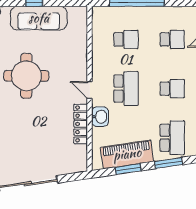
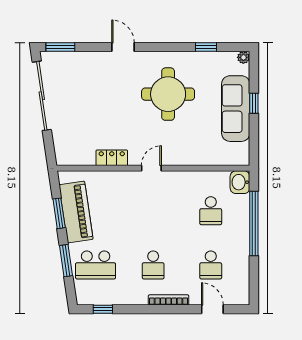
school desk: (126, 89) -> (153, 211), removed
washbasin: (100, 117) -> (240, 182), moved, turned 90
locker: (81, 124) -> (112, 158), width x0.66

